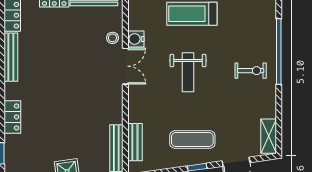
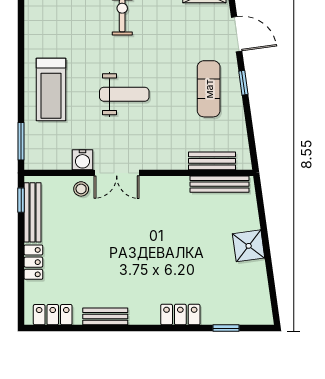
bench: (11, 57) -> (105, 316), width x0.73
double door: (125, 66) -> (117, 173), swing flipped

